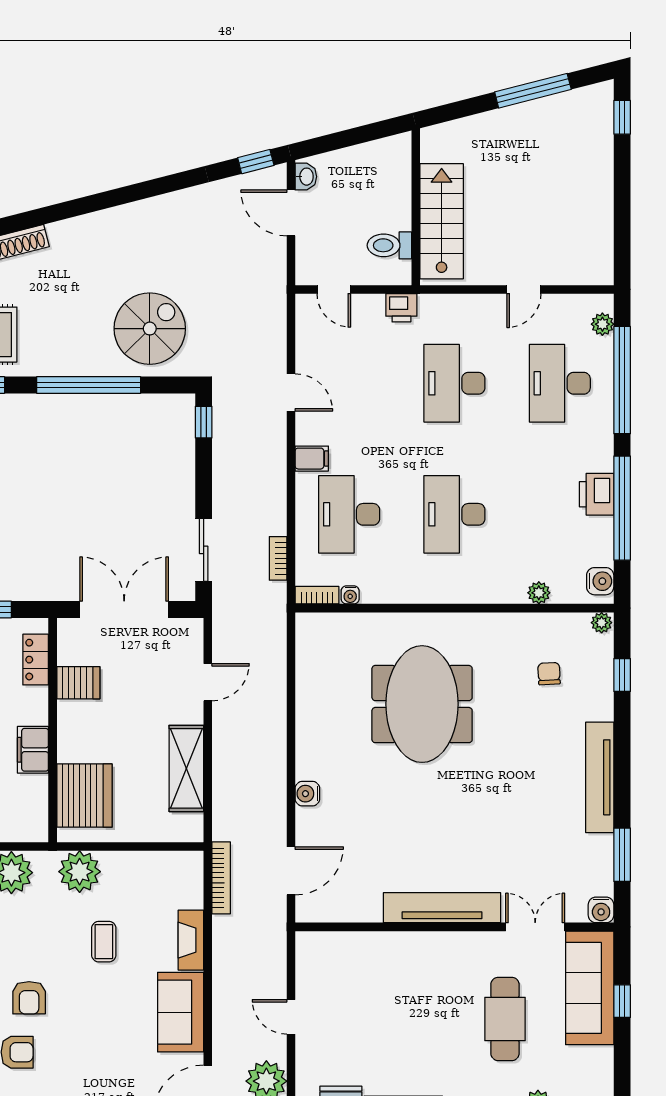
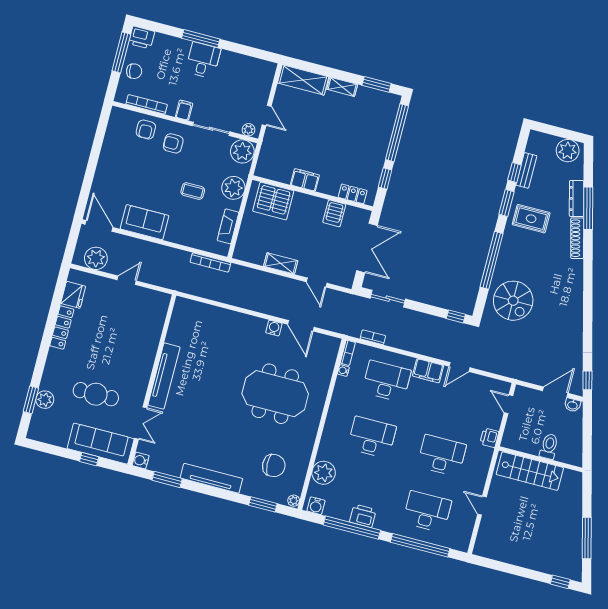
toilet: (389, 245) -> (549, 446), moved
door: (334, 289) -> (508, 404), hinge flipped
plant: (602, 324) -> (453, 543), removed
filing cabinet: (312, 459) -> (428, 371), width x2.00
plant: (539, 593) -> (324, 473), width x1.88, depth x1.88
chair: (549, 674) -> (274, 466), width x1.87, depth x1.87
window: (622, 675) -> (263, 504), width x1.50
shelving: (186, 768) -> (281, 263), width x0.67, depth x0.75
water cooler: (307, 794) -> (274, 328), moved
door: (291, 871) -> (301, 326), moved
fireplace: (191, 940) -> (228, 226), moved, turned -90

